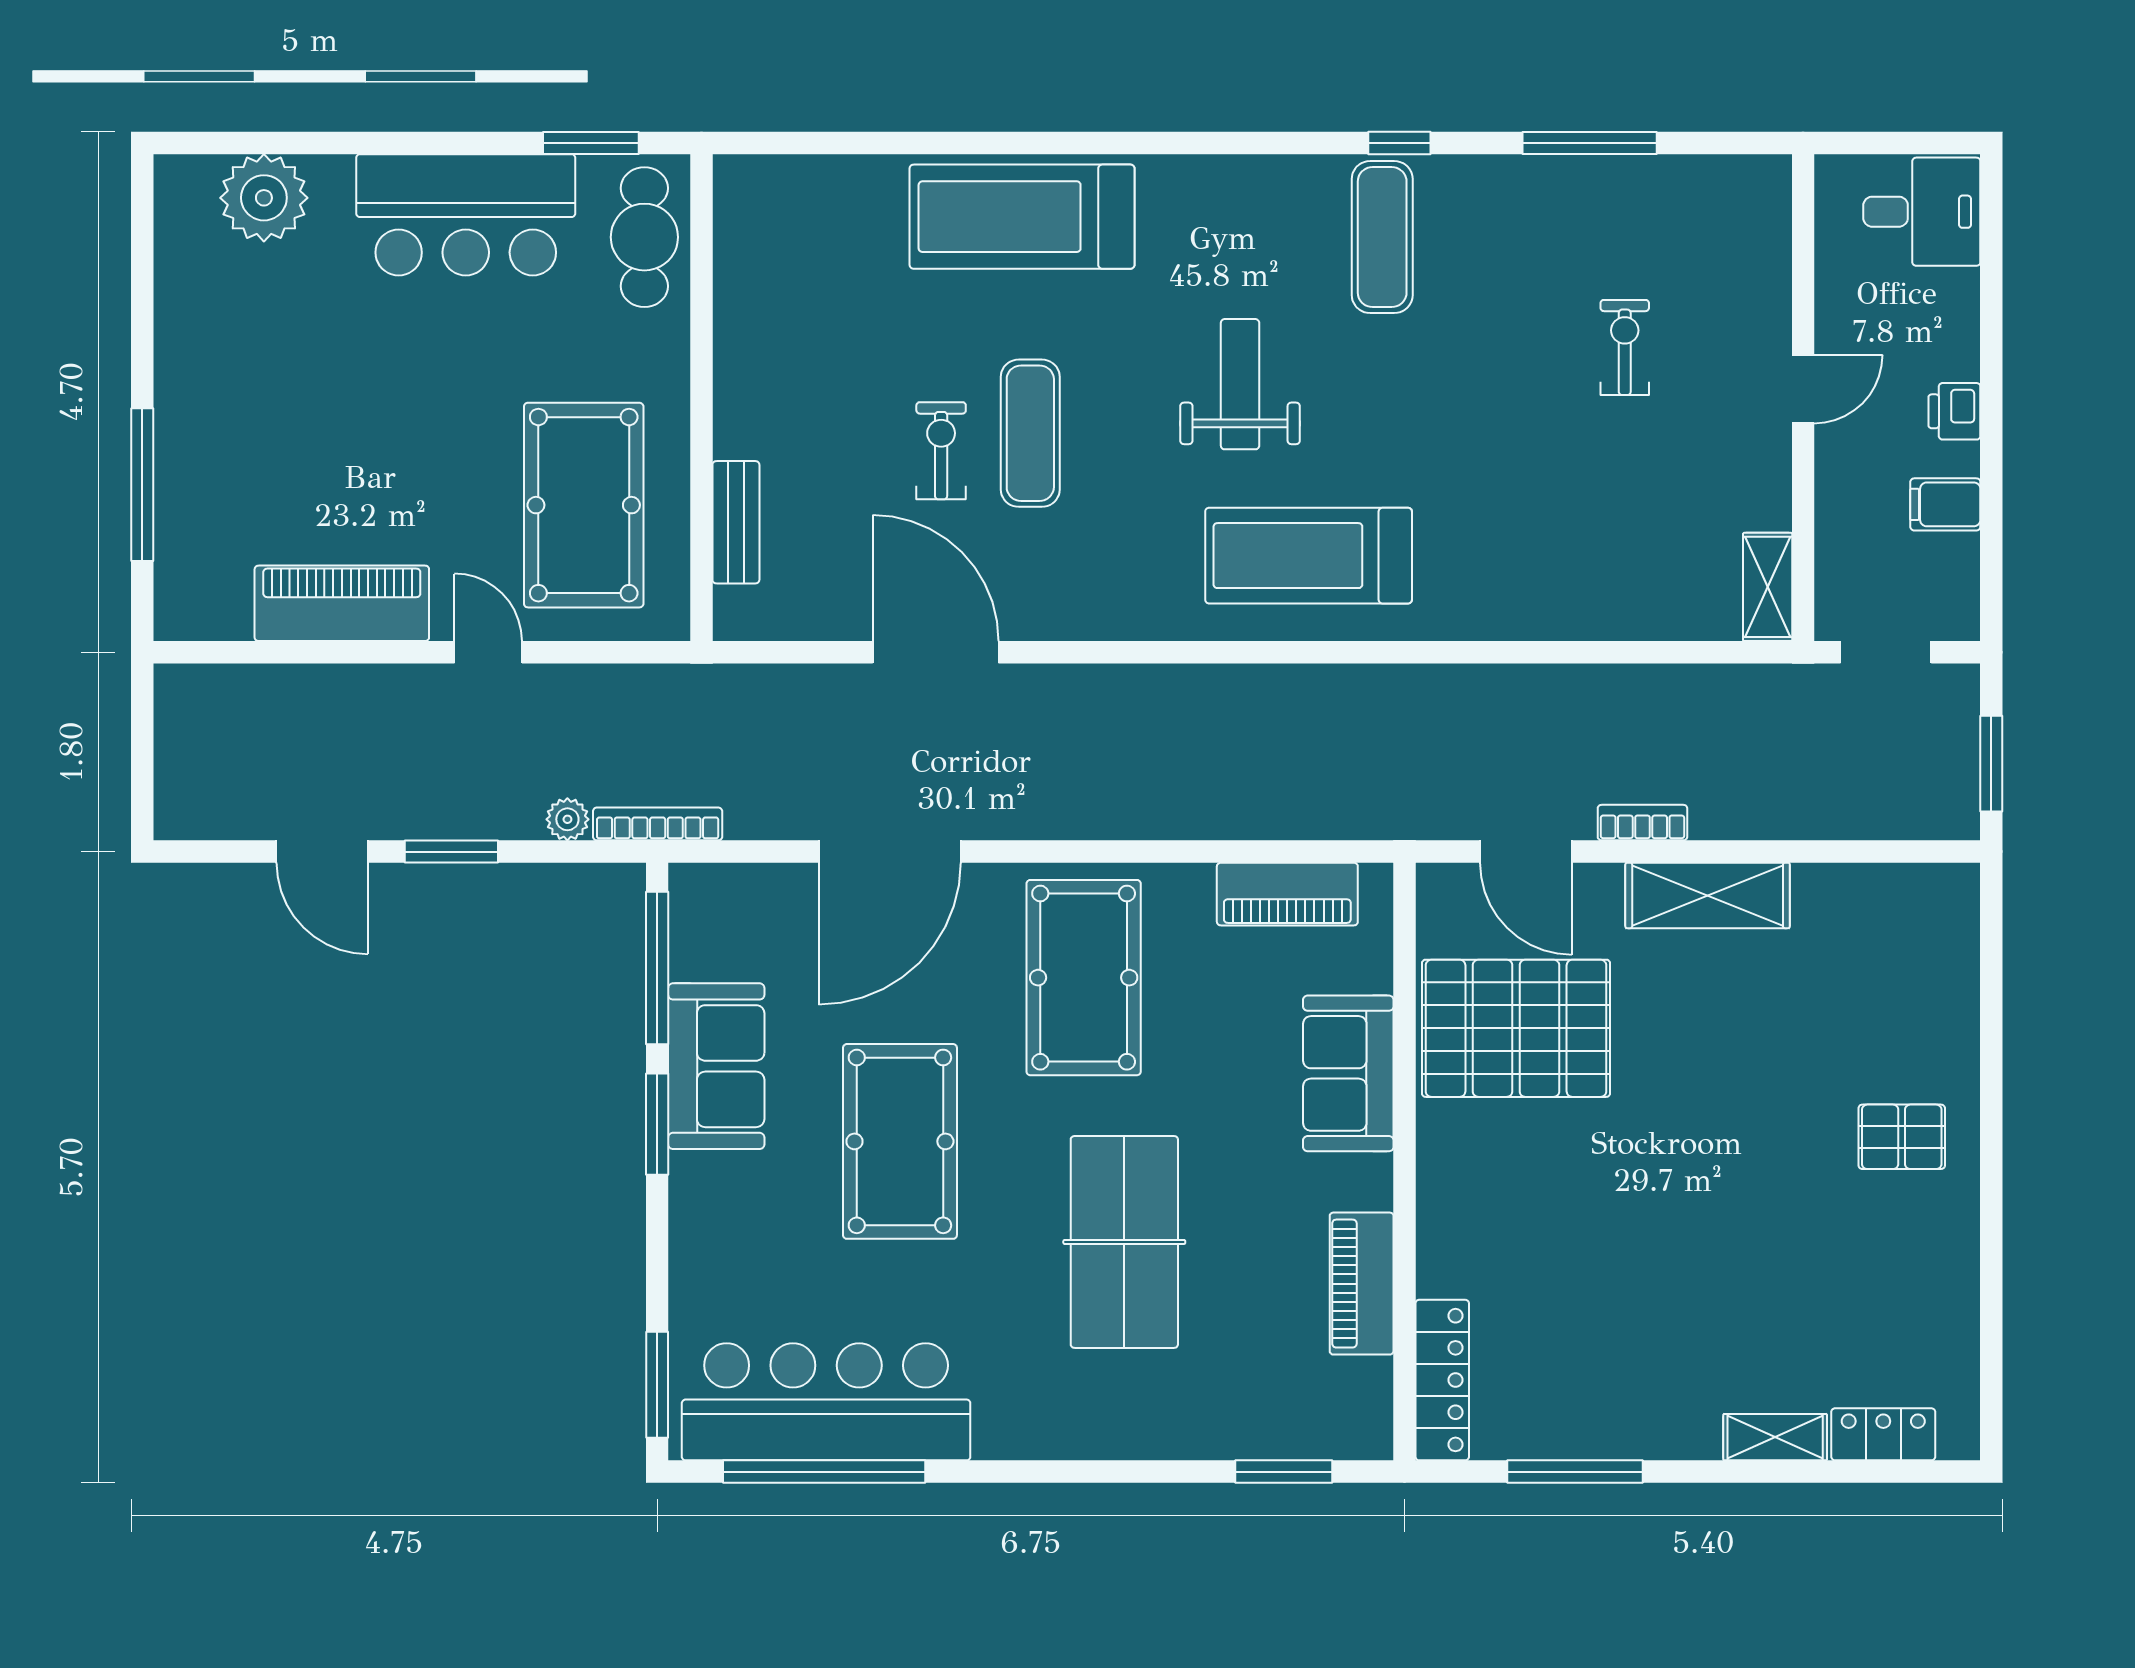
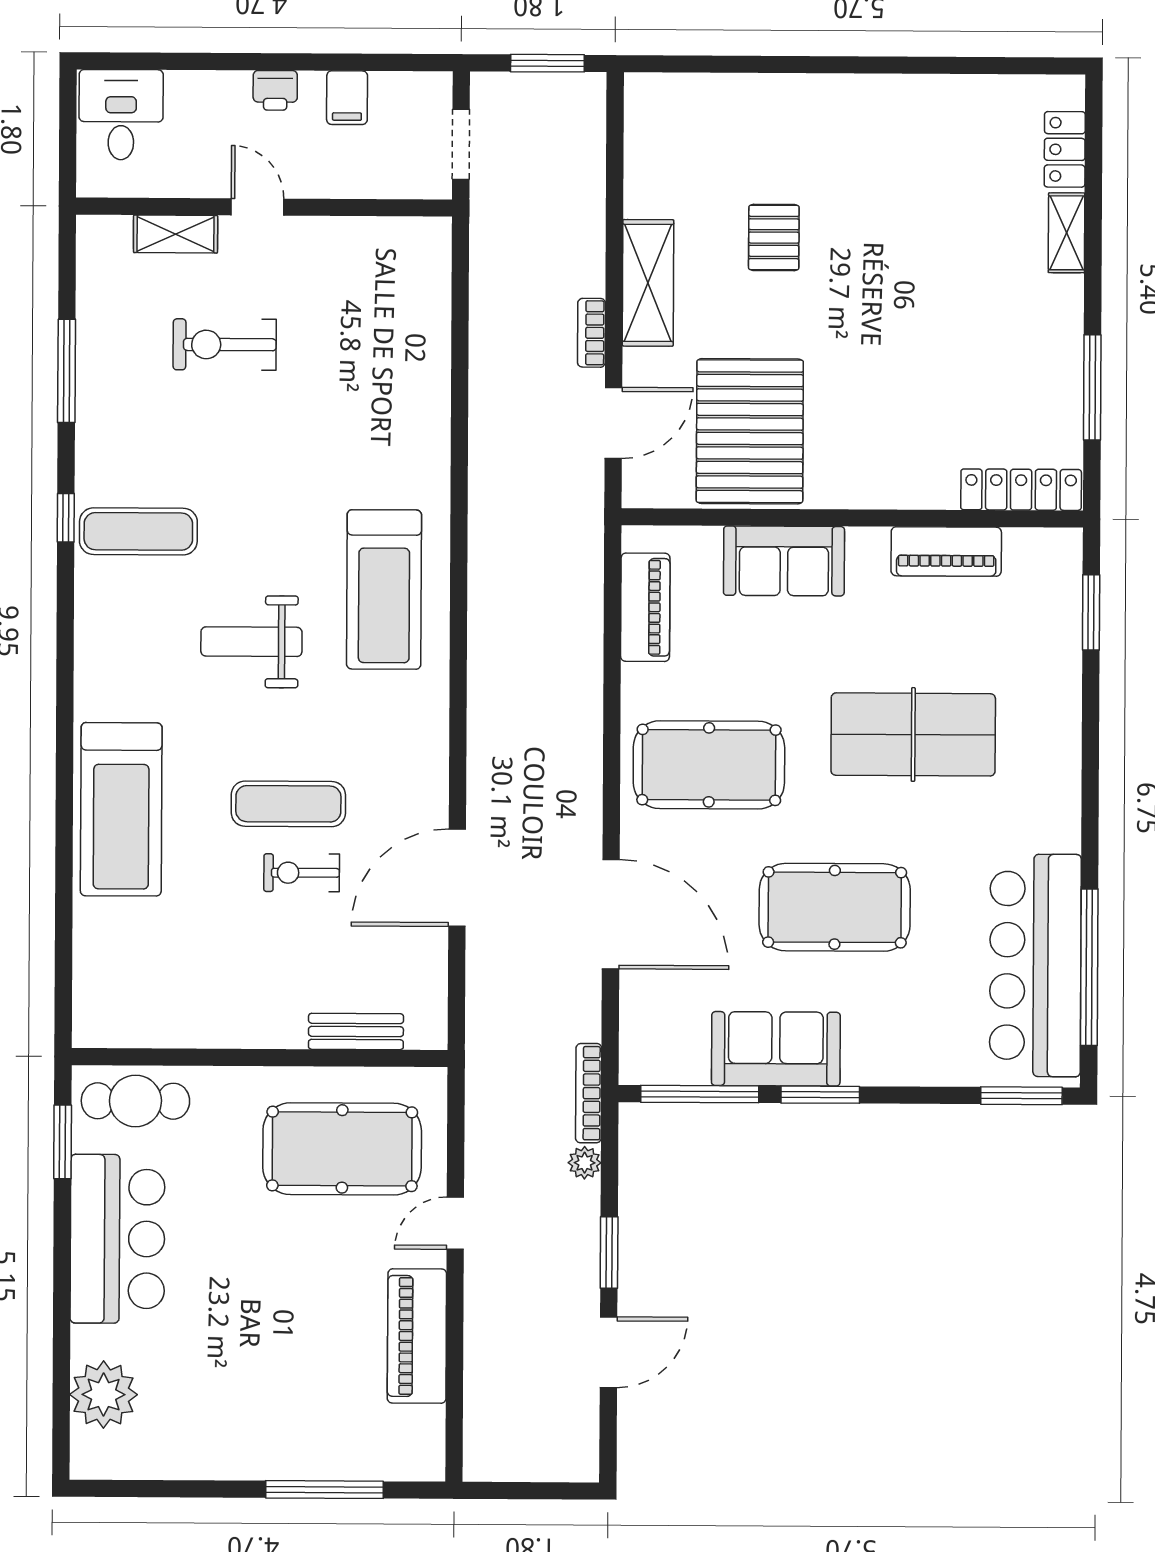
exercise bike: (1625, 348) -> (225, 345), width x1.38, depth x1.39
shelving: (1768, 587) -> (176, 234), moved
pallet: (1902, 1137) -> (774, 238), moved

